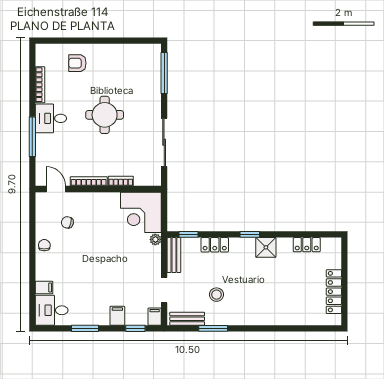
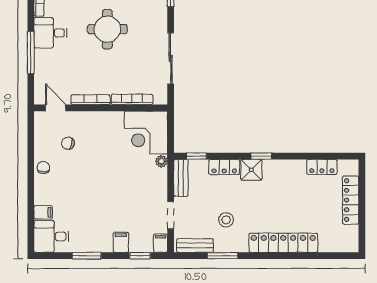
bookcase: (121, 181) -> (132, 99), width x1.56
shower: (266, 247) -> (251, 170), moved
locker: (334, 292) -> (351, 200), moved
locker: (270, 316) -> (283, 243), added

